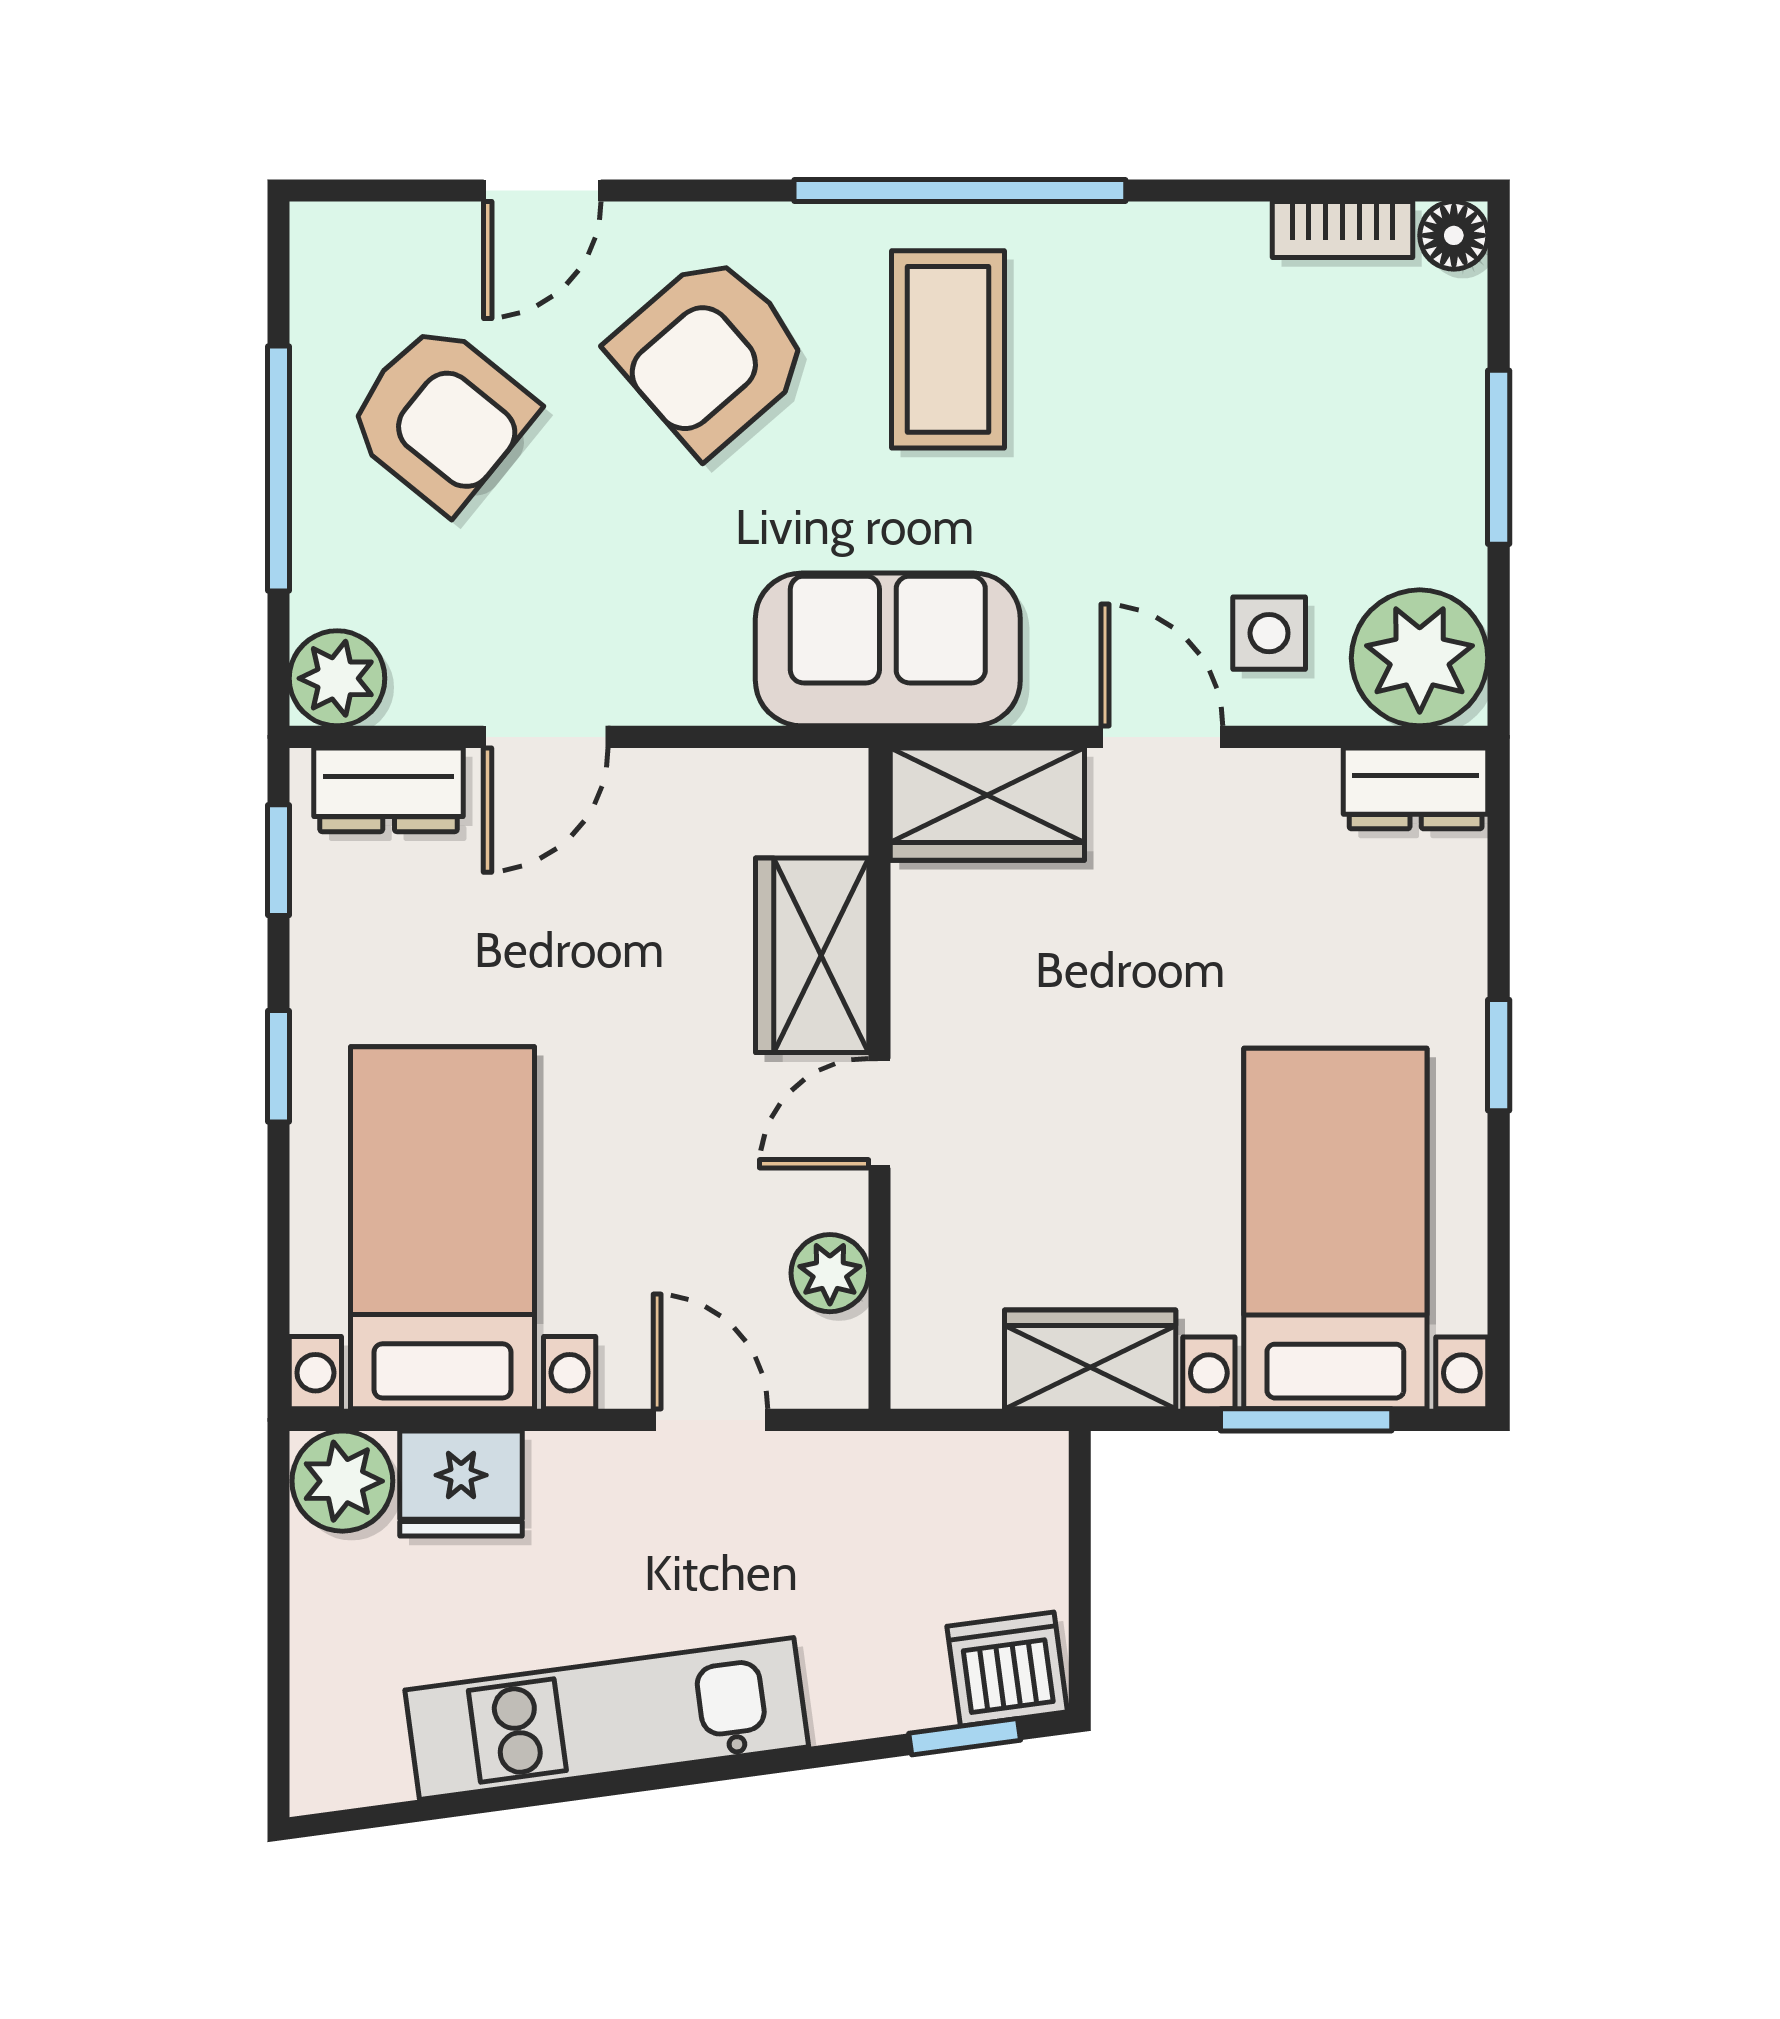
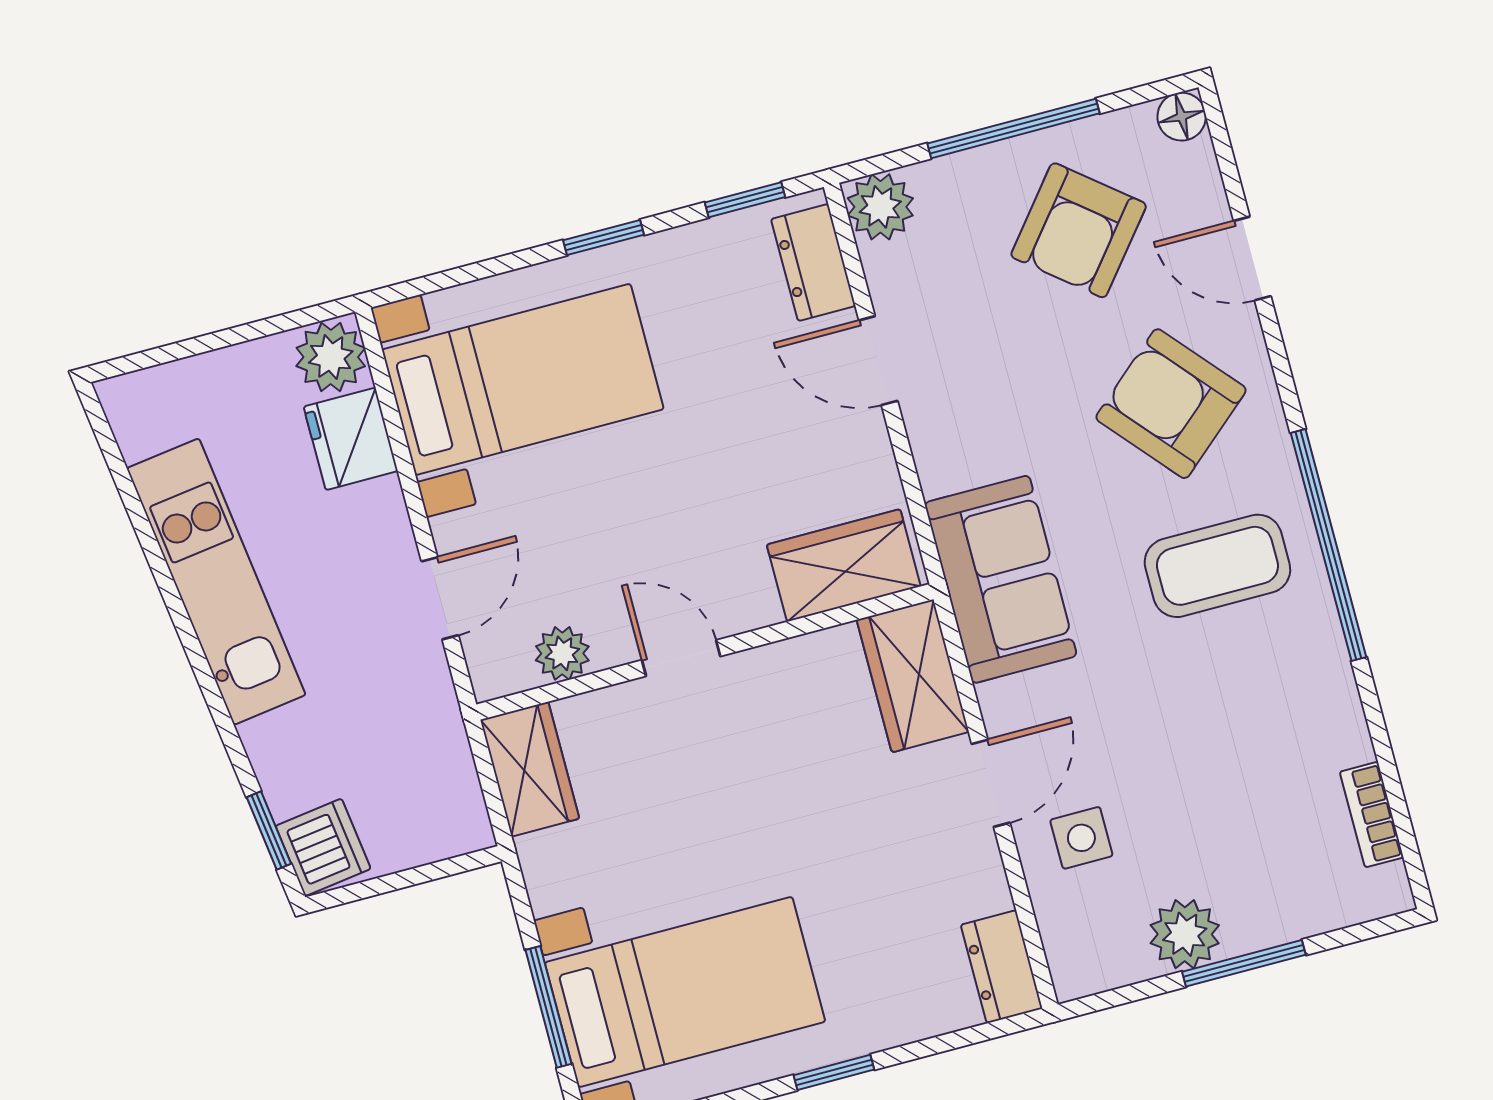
floor lamp: (1454, 235) -> (1182, 117), moved
plant: (1420, 658) -> (1185, 934), moved, width x0.73, depth x0.73
wardrobe: (812, 955) -> (844, 565), moved
wardrobe: (1090, 1359) -> (530, 769), moved

